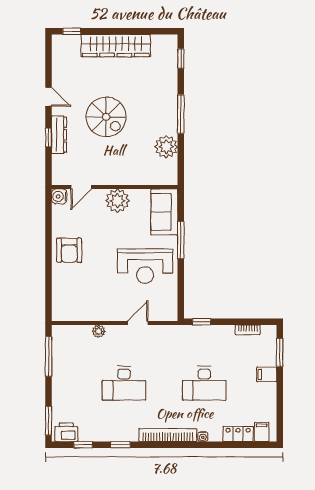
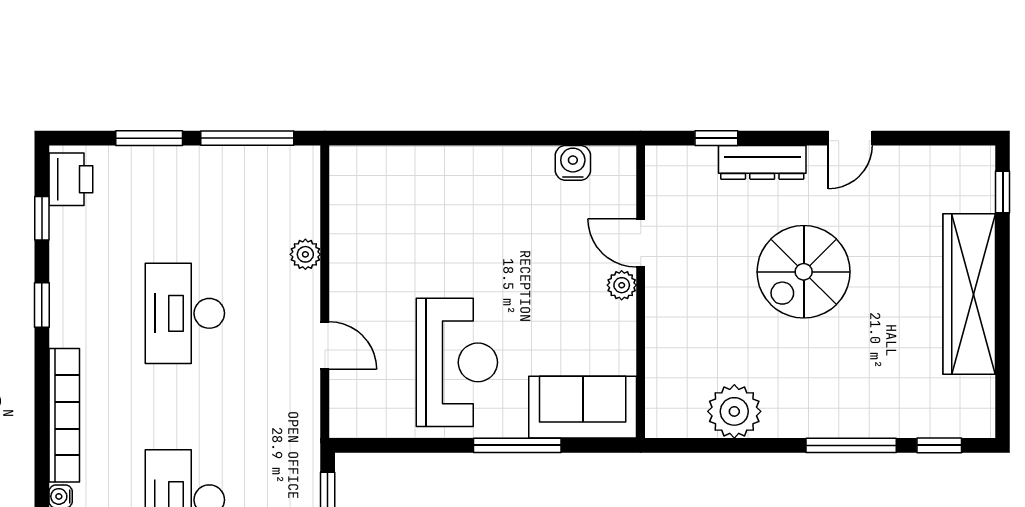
window: (181, 114) -> (851, 445), moved
window: (49, 137) -> (716, 138), moved
door: (81, 187) -> (641, 243), moved
water cooler: (59, 196) -> (573, 163), moved
plant: (117, 201) -> (622, 285), width x0.53, depth x0.53
armchair: (69, 250) -> (494, 186), removed
reception desk: (145, 266) -> (457, 362), turned 180
window: (49, 421) -> (149, 138), moved

